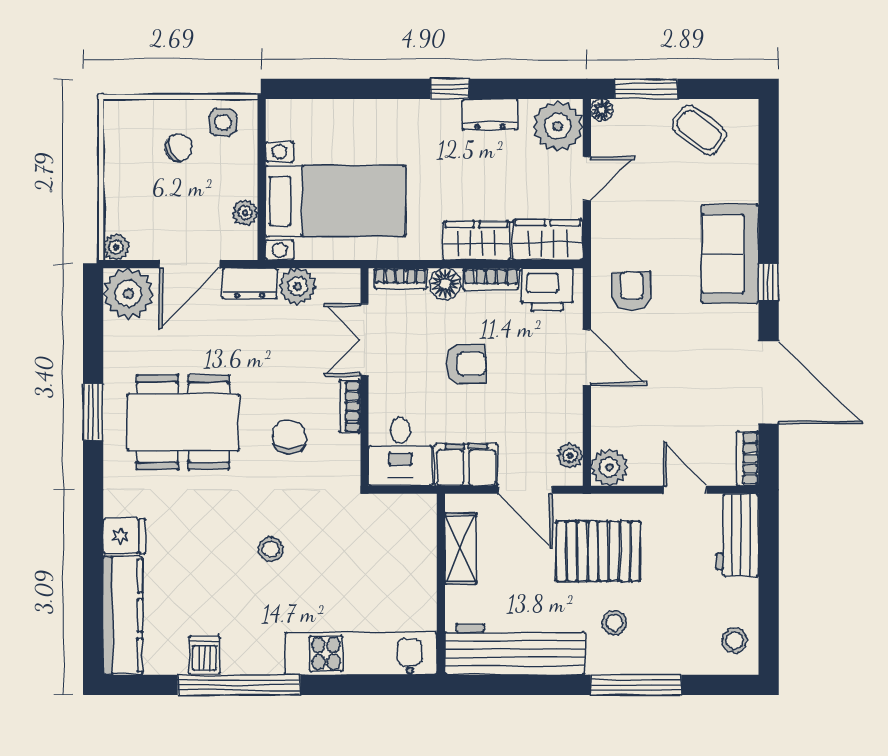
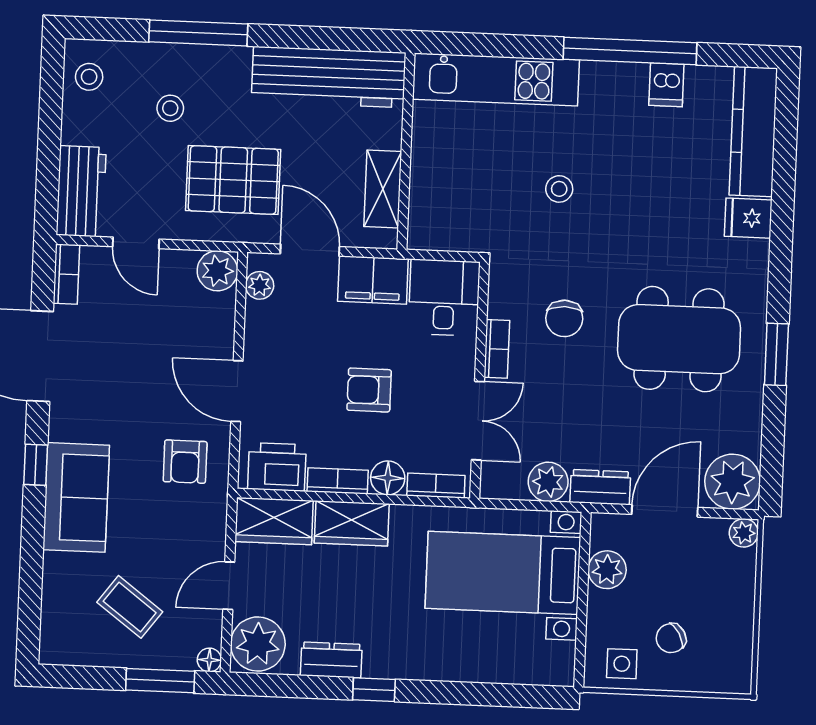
coffee table: (699, 130) -> (130, 607), moved
plant: (245, 213) -> (607, 570), width x1.38, depth x1.38
stool: (271, 549) -> (559, 189), moved
stool: (614, 623) -> (170, 108), moved

